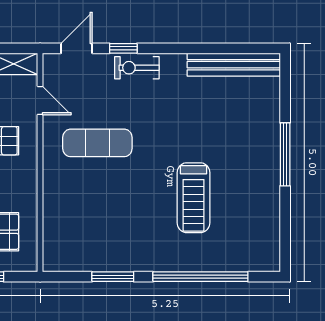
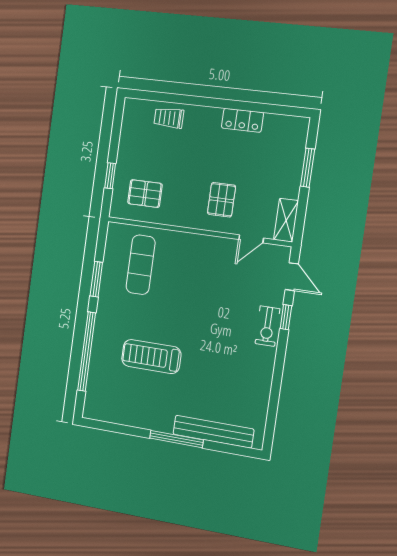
bench: (234, 65) -> (213, 432), moved, turned 90
exercise bike: (137, 68) -> (267, 326), turned 180
exercise mat: (97, 143) -> (141, 265), moved

